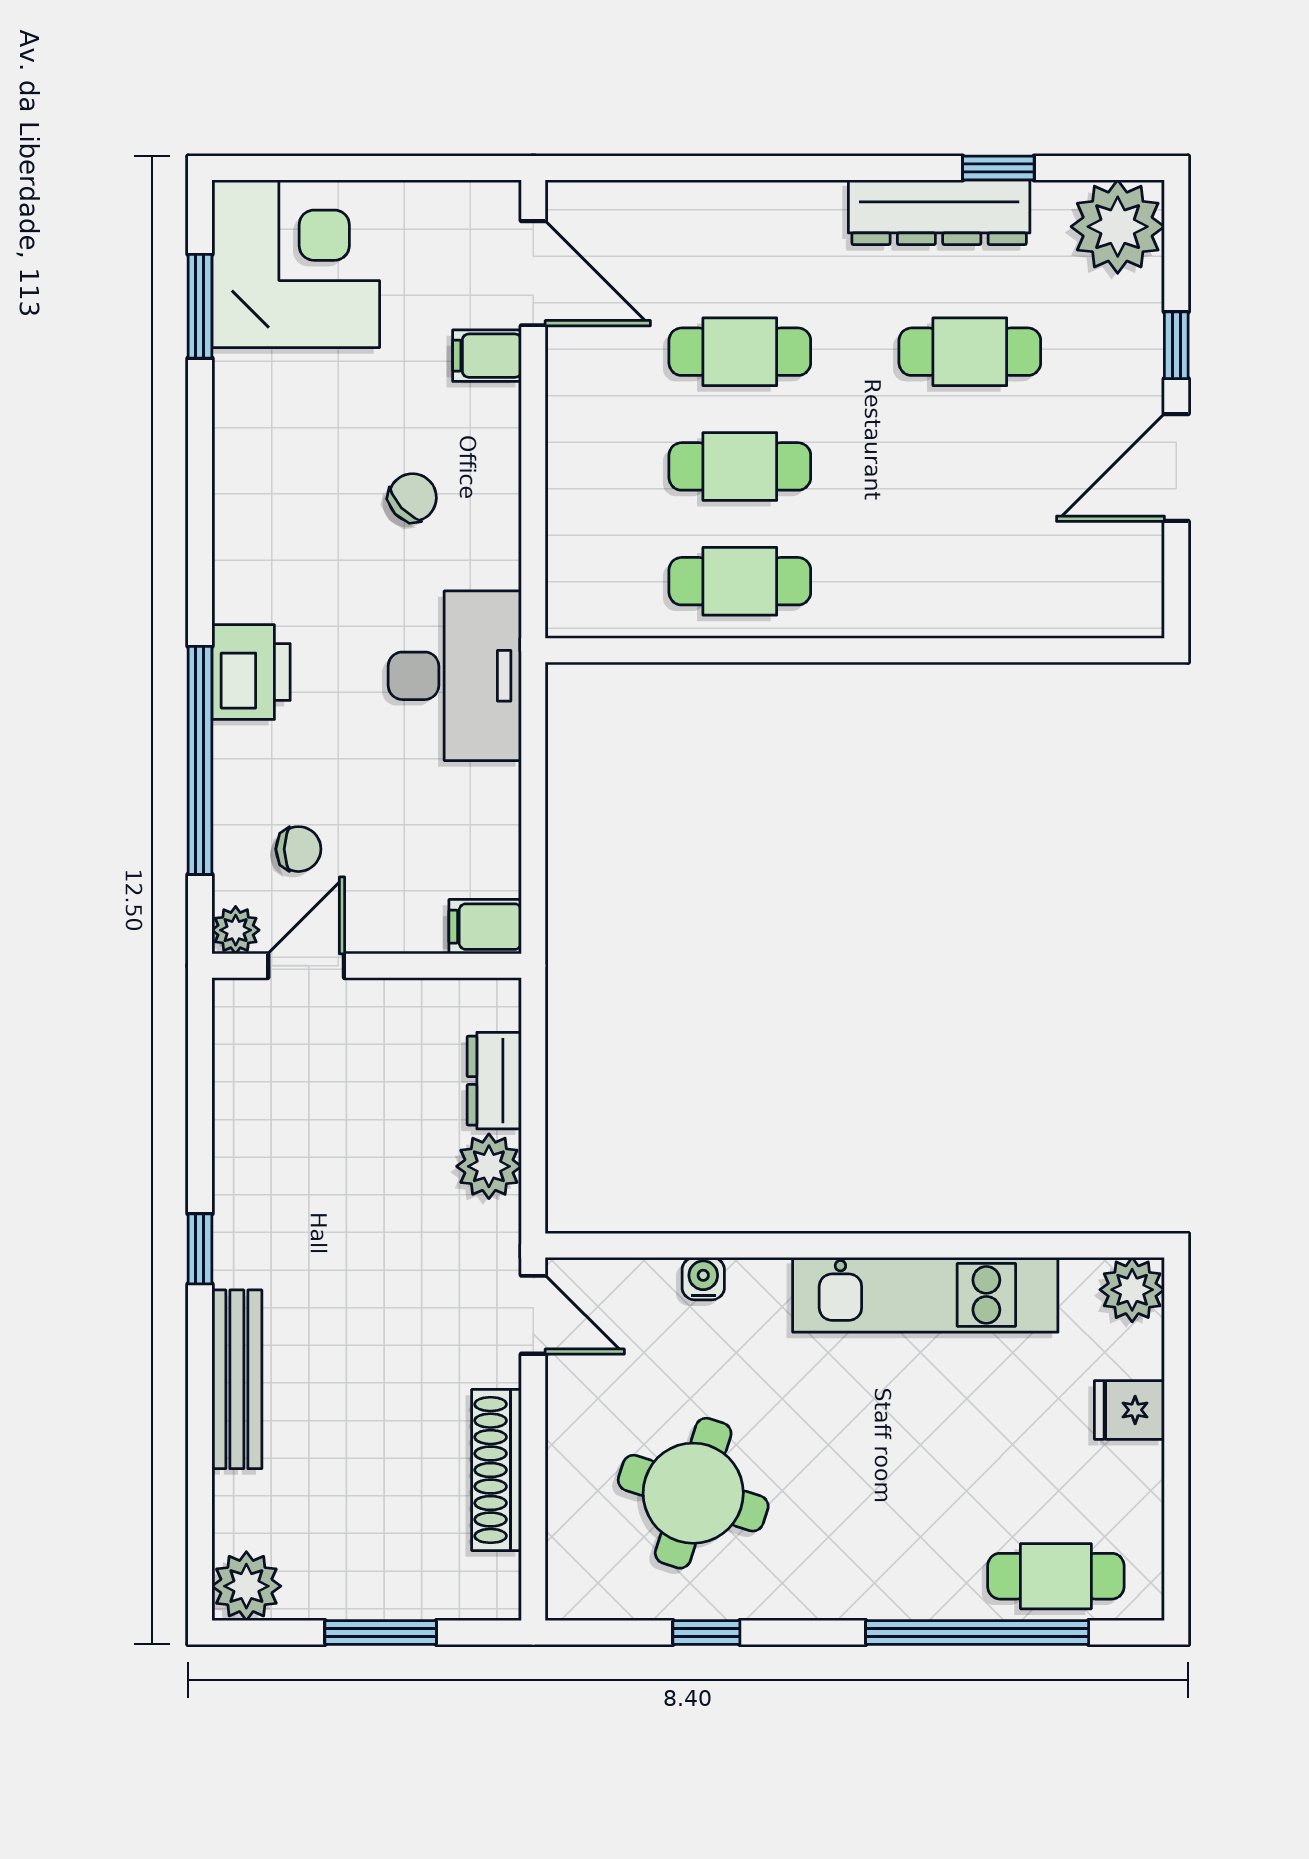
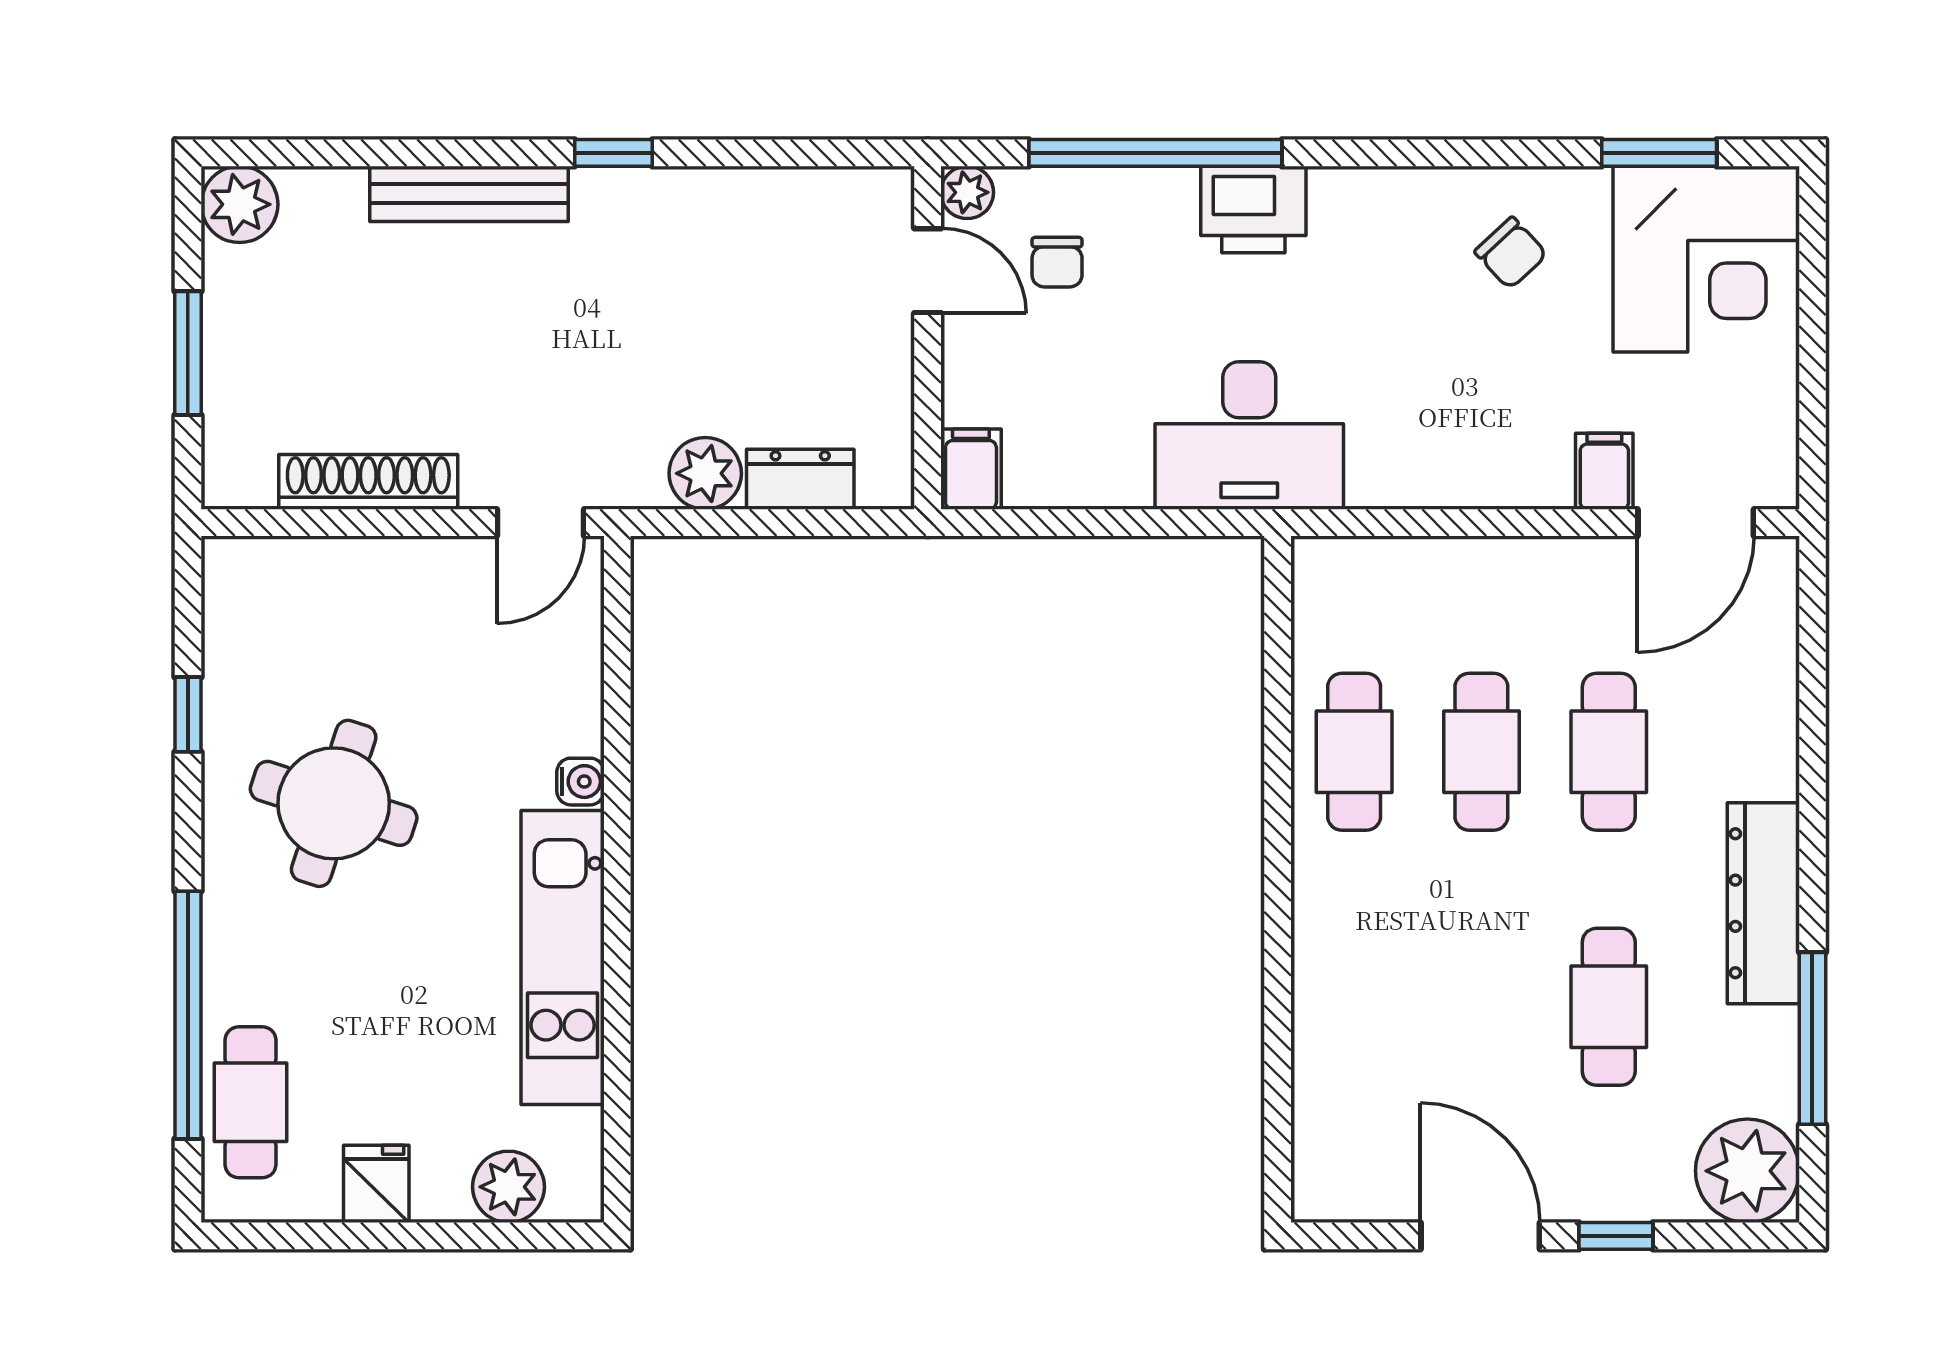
window: (998, 168) -> (1812, 1038), width x2.17
dresser: (939, 212) -> (1763, 903), moved
chair: (413, 498) -> (1511, 253), moved
water cooler: (703, 1279) -> (581, 782), moved
plant: (1132, 1290) -> (509, 1187), moved
fridge: (1129, 1410) -> (376, 1184), moved
round table: (693, 1493) -> (334, 803), moved

